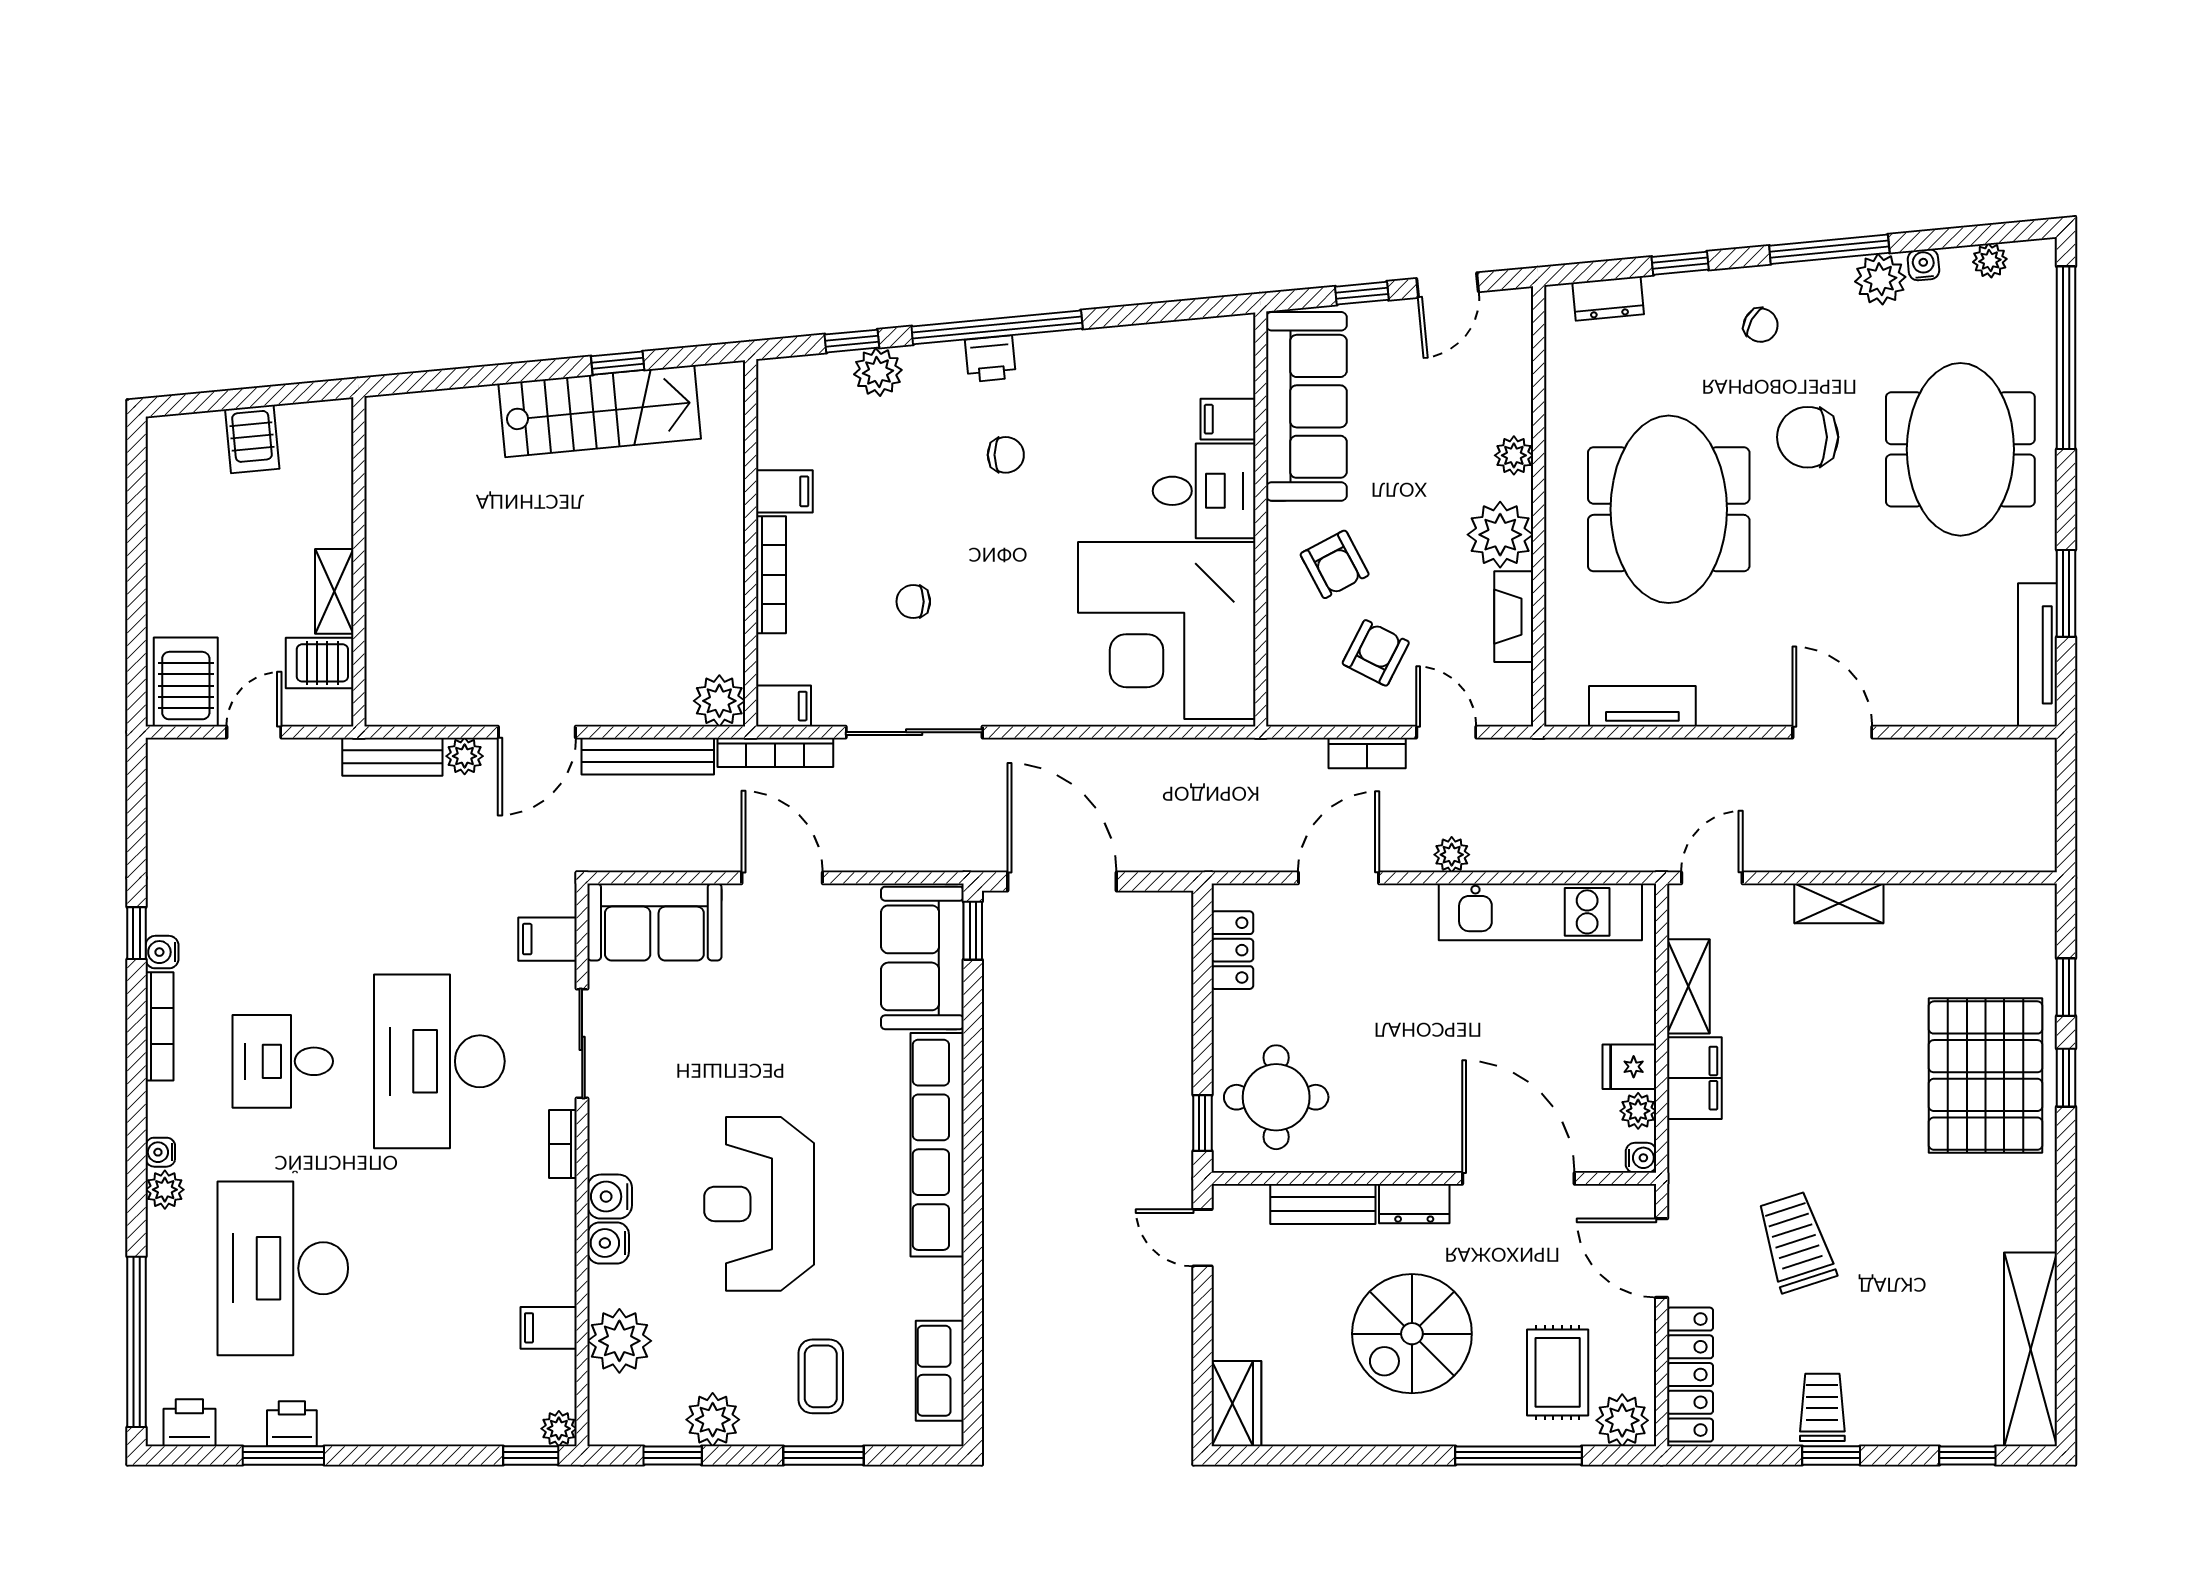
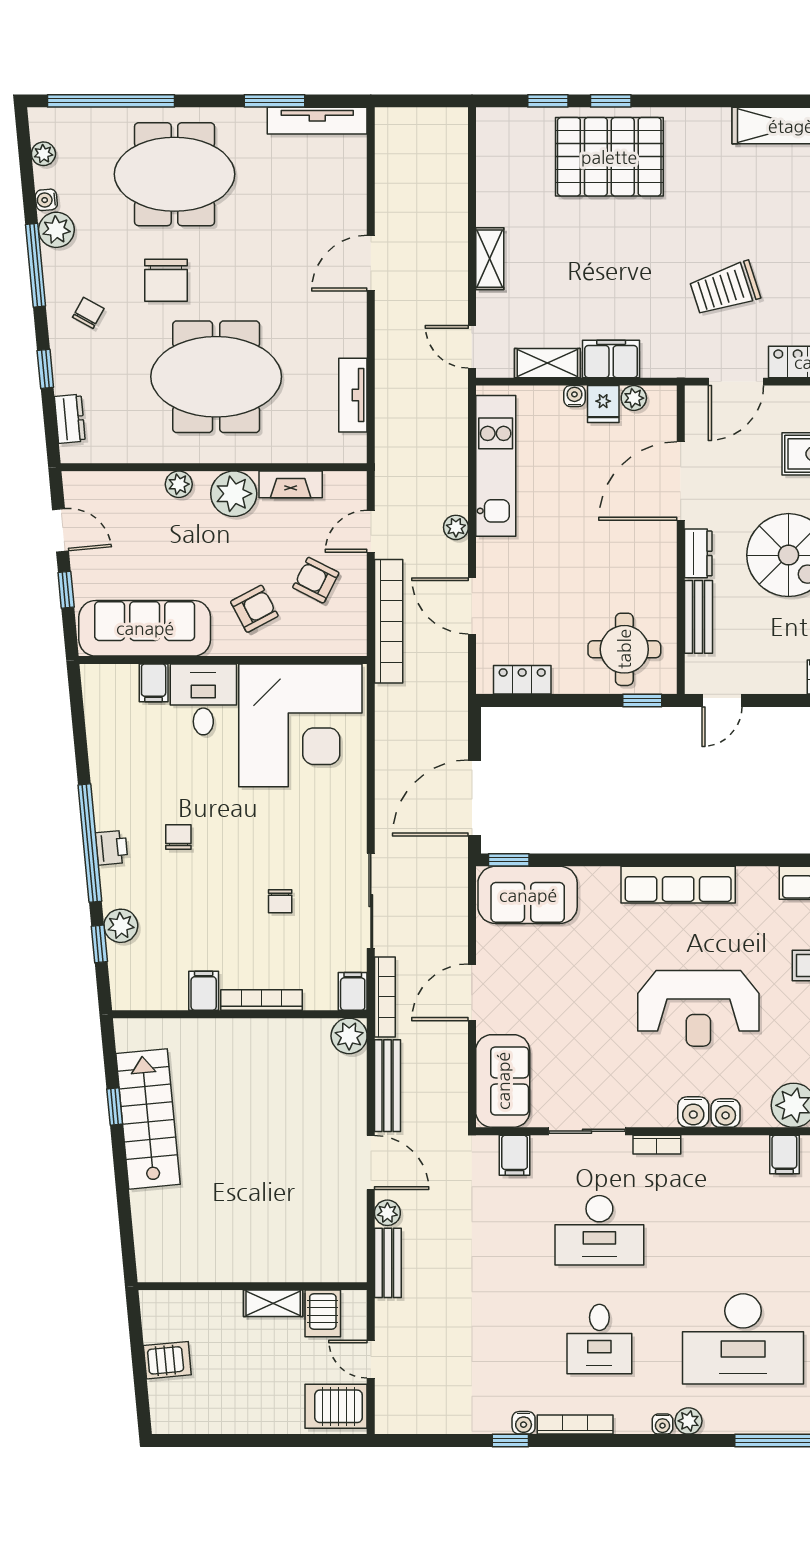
bookcase: (1367, 753) -> (389, 621), width x2.31, depth x1.31
desk: (439, 1061) -> (599, 1230), width x0.73, depth x0.77
row of seats: (937, 1145) -> (678, 885), width x0.73
water cooler: (1641, 1158) -> (574, 396), moved

